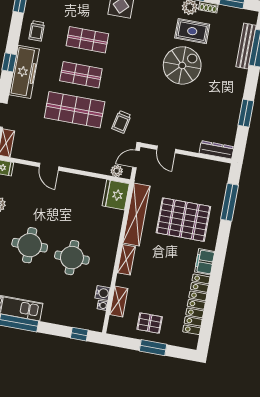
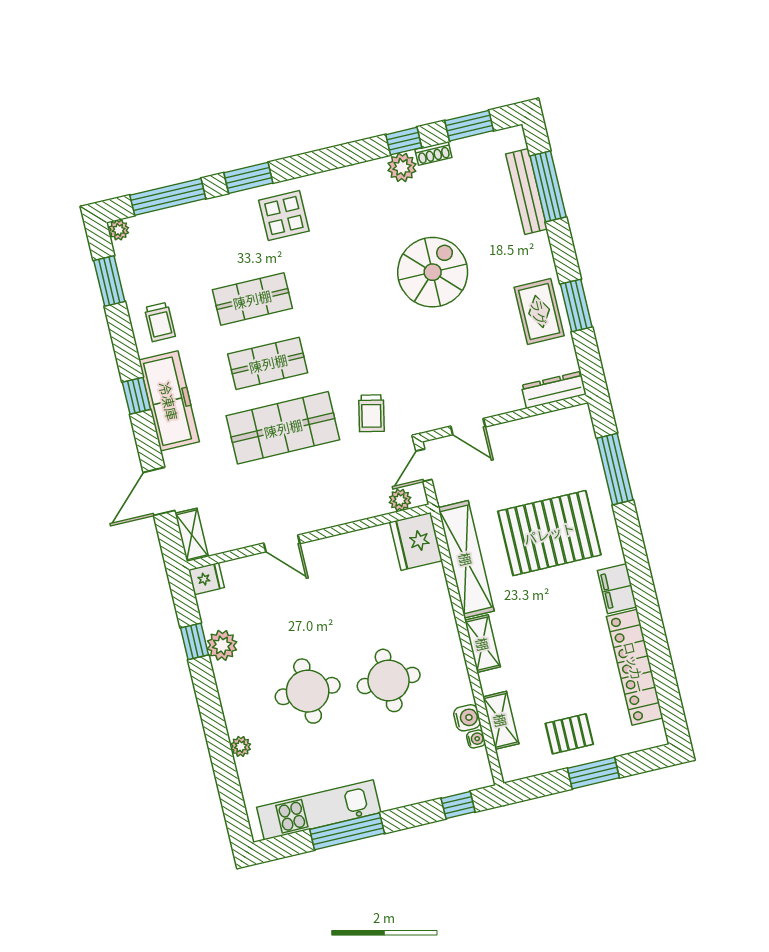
rug: (192, 31) -> (539, 312), moved, turned 90

